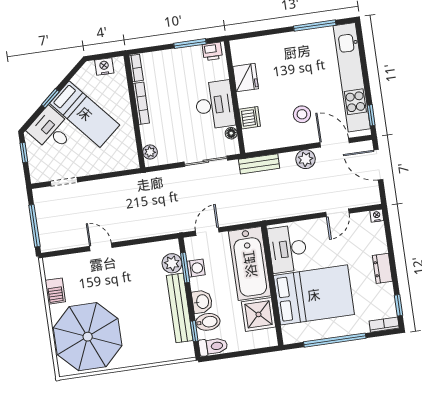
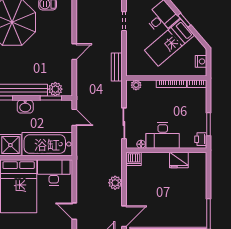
stool: (302, 114) -> (147, 196), removed
dishwasher: (250, 118) -> (134, 159), moved
plant: (306, 159) -> (115, 183), moved
bench: (259, 164) -> (117, 67), moved
door: (101, 247) -> (74, 52), moved
washing machine: (196, 268) -> (49, 106), removed
bidet: (208, 322) -> (10, 109), removed

